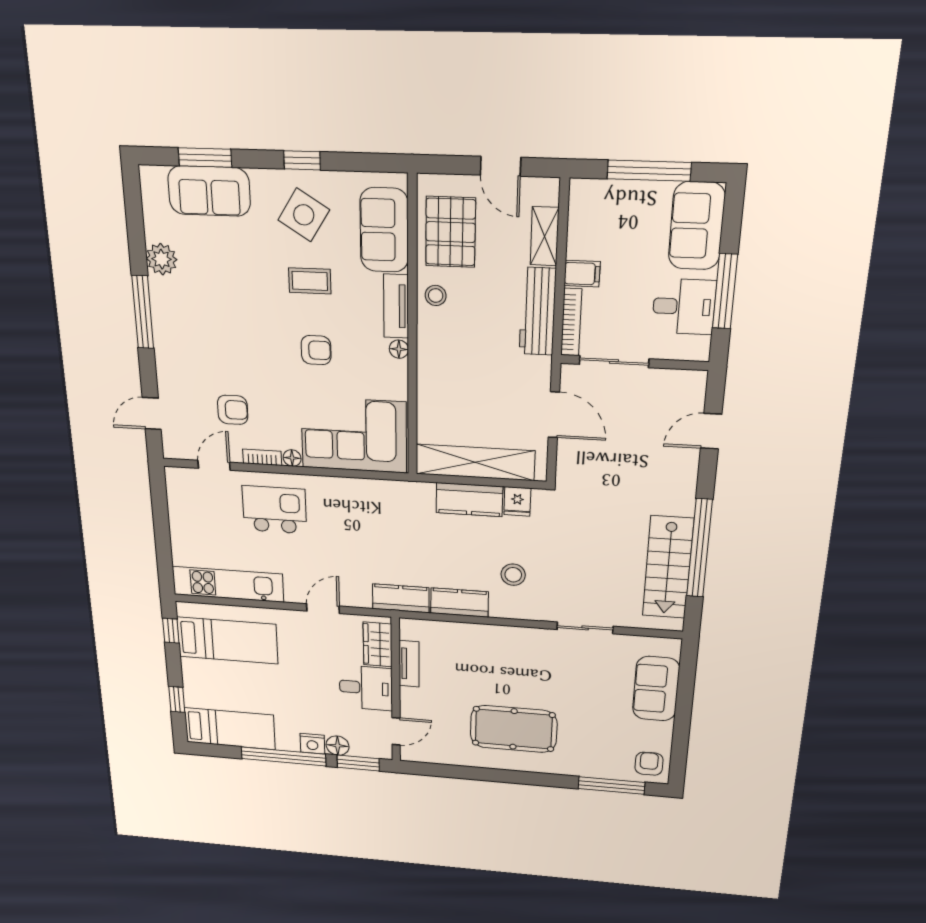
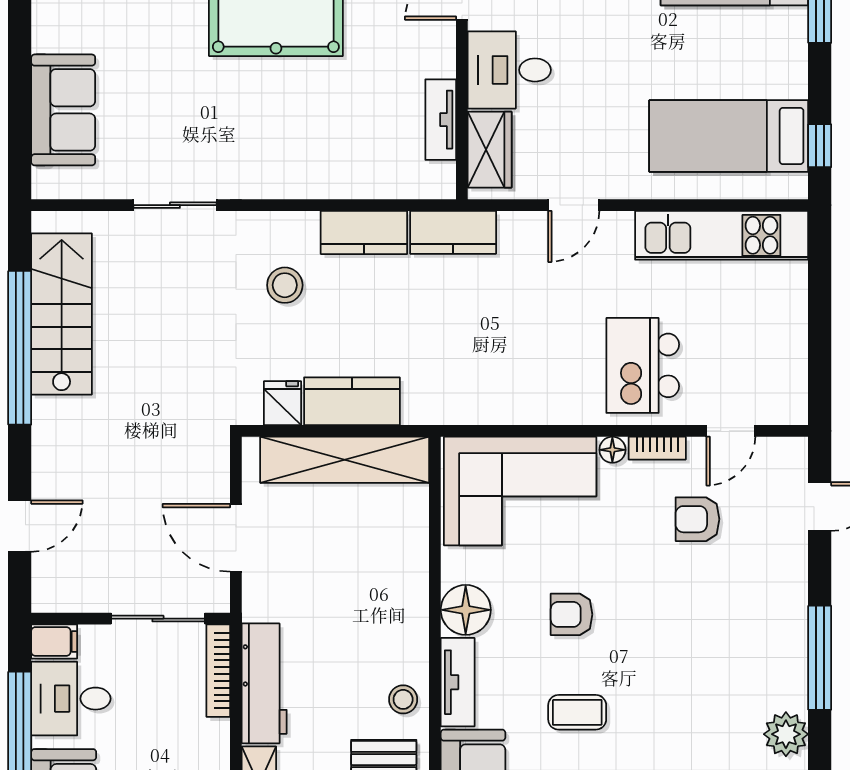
filing cabinet: (582, 274) -> (54, 641), moved, turned 180
floor lamp: (399, 349) -> (466, 610), width x1.89, depth x1.89
kitchen island: (274, 510) -> (643, 365), turned 90

